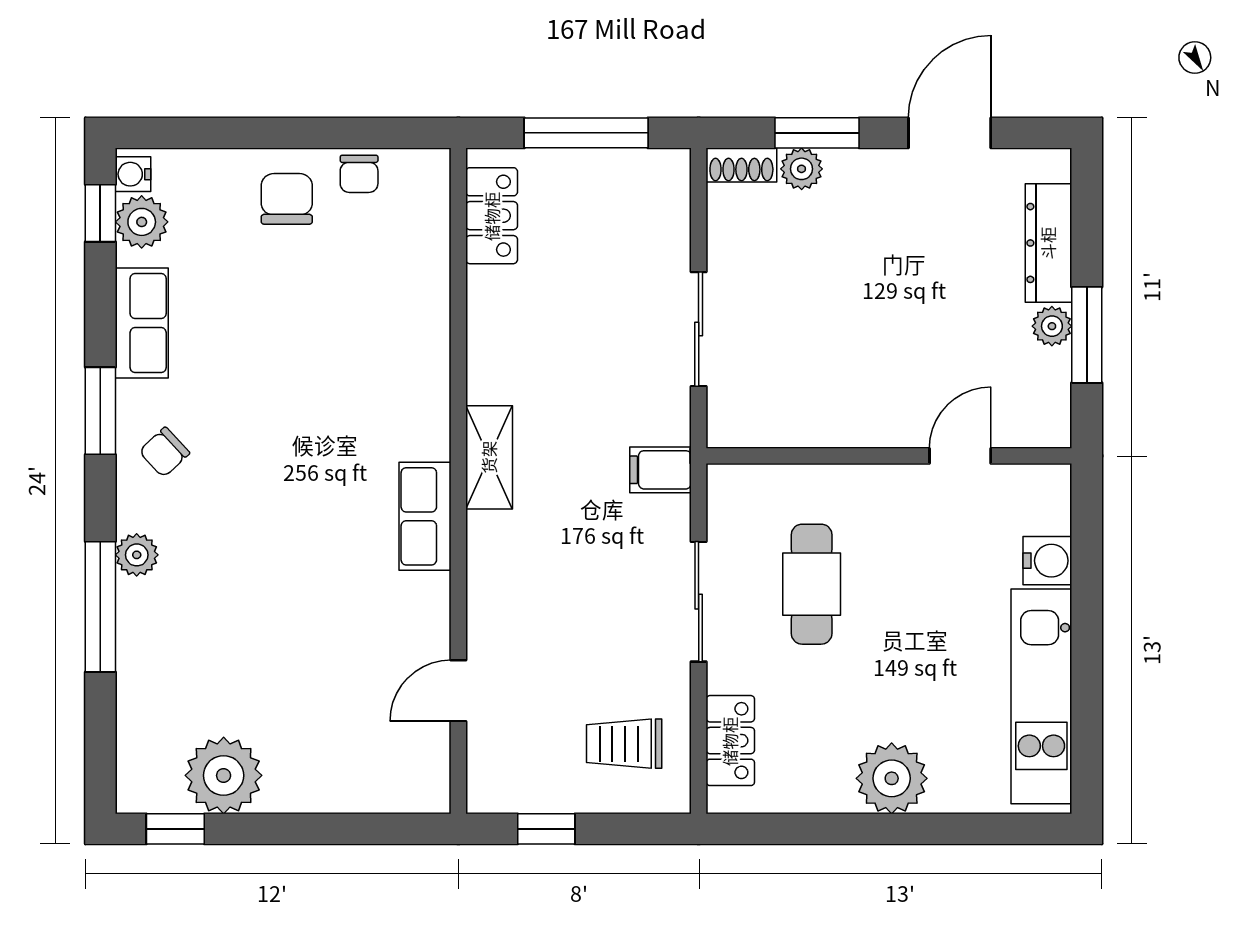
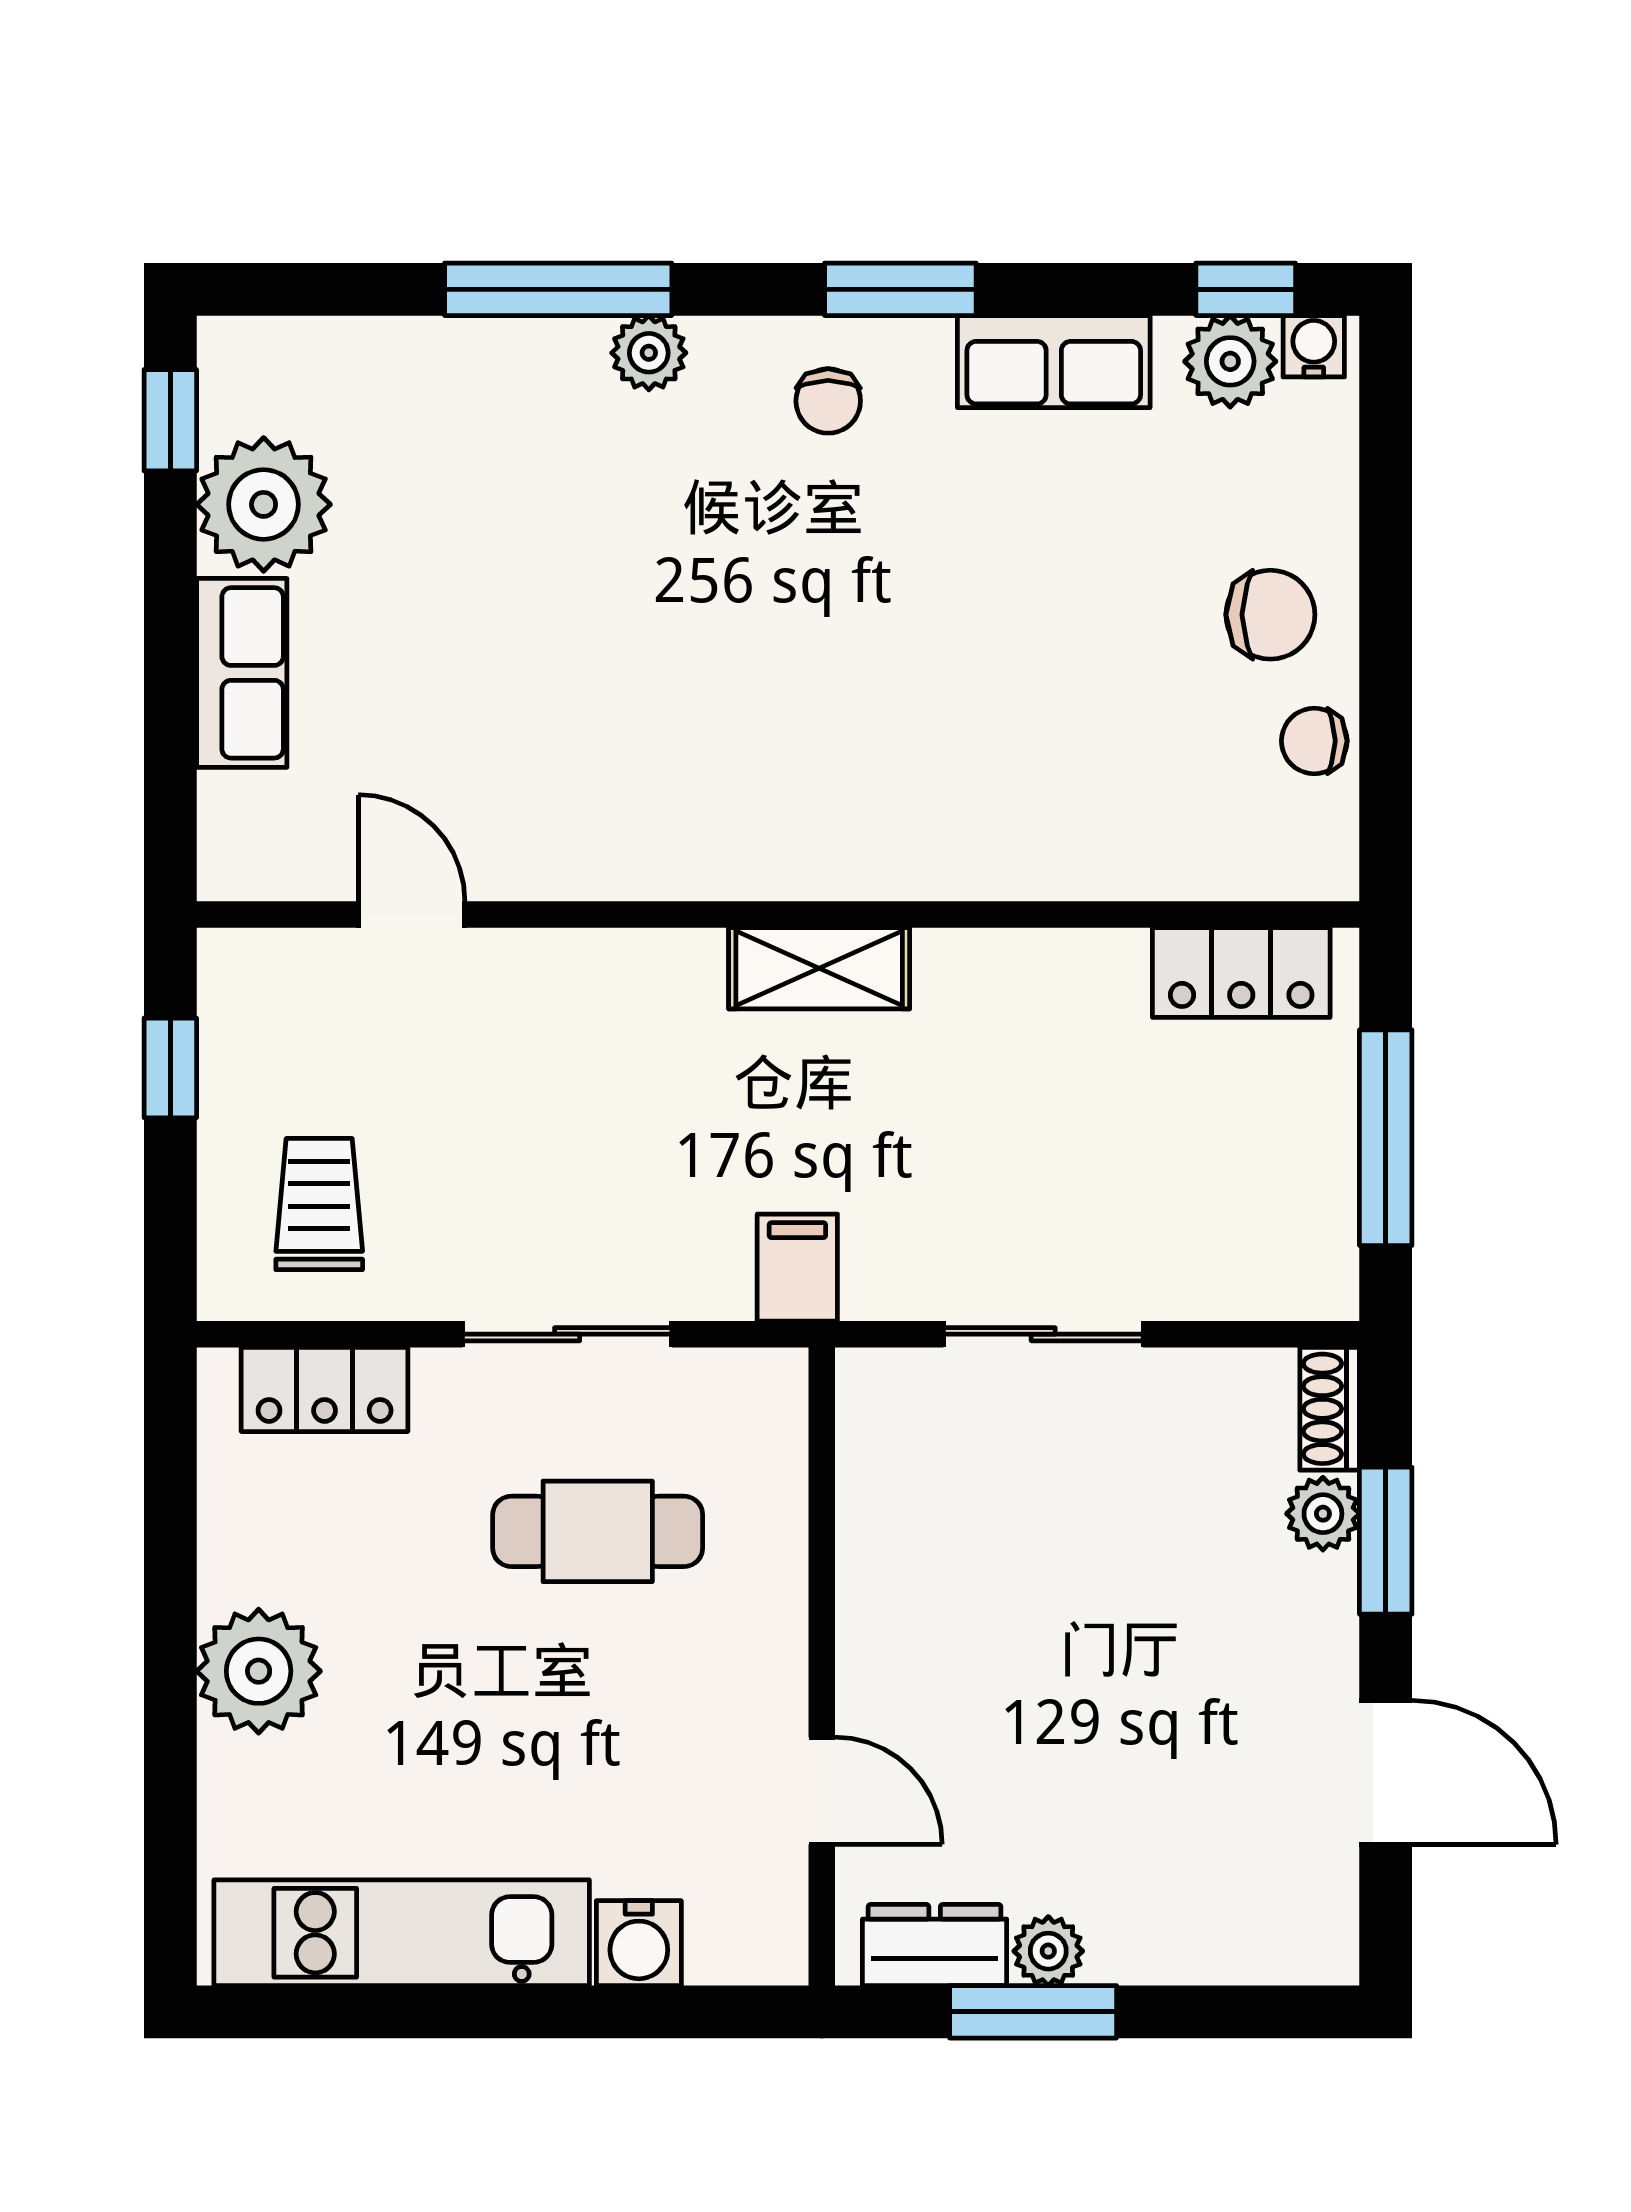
dresser: (1048, 243) -> (935, 1945), moved, width x0.70
chair: (164, 452) -> (828, 401), turned -137
row of seats: (425, 516) -> (242, 673), moved, turned 90

